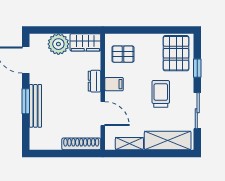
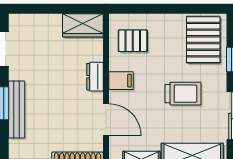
plant: (58, 44) -> (47, 27), removed
trolley: (161, 94) -> (183, 94), turned 90

